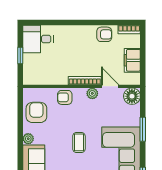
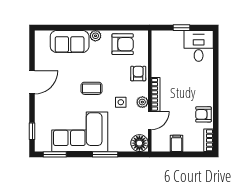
armchair: (104, 34) -> (203, 114), turned 90
filing cabinet: (132, 60) -> (177, 143), width x0.50
side table: (92, 114) -> (121, 102), added

